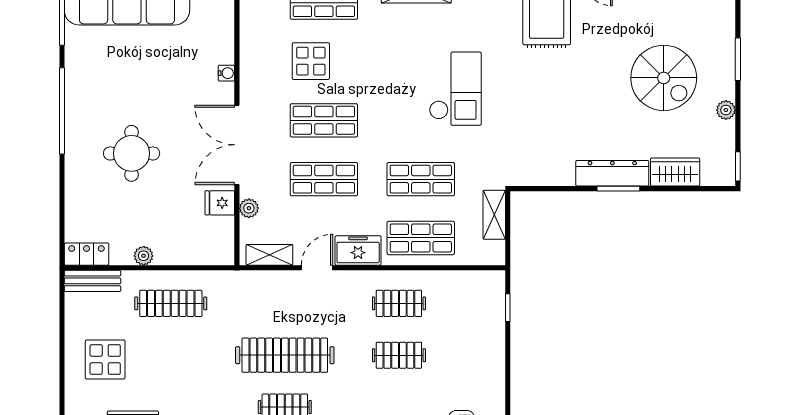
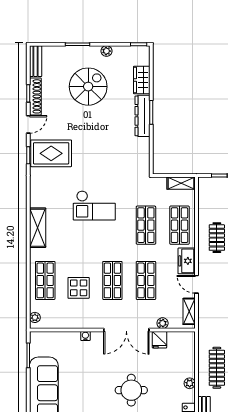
checkout: (455, 89) -> (94, 205), turned 180
shelving: (494, 215) -> (181, 183), moved

